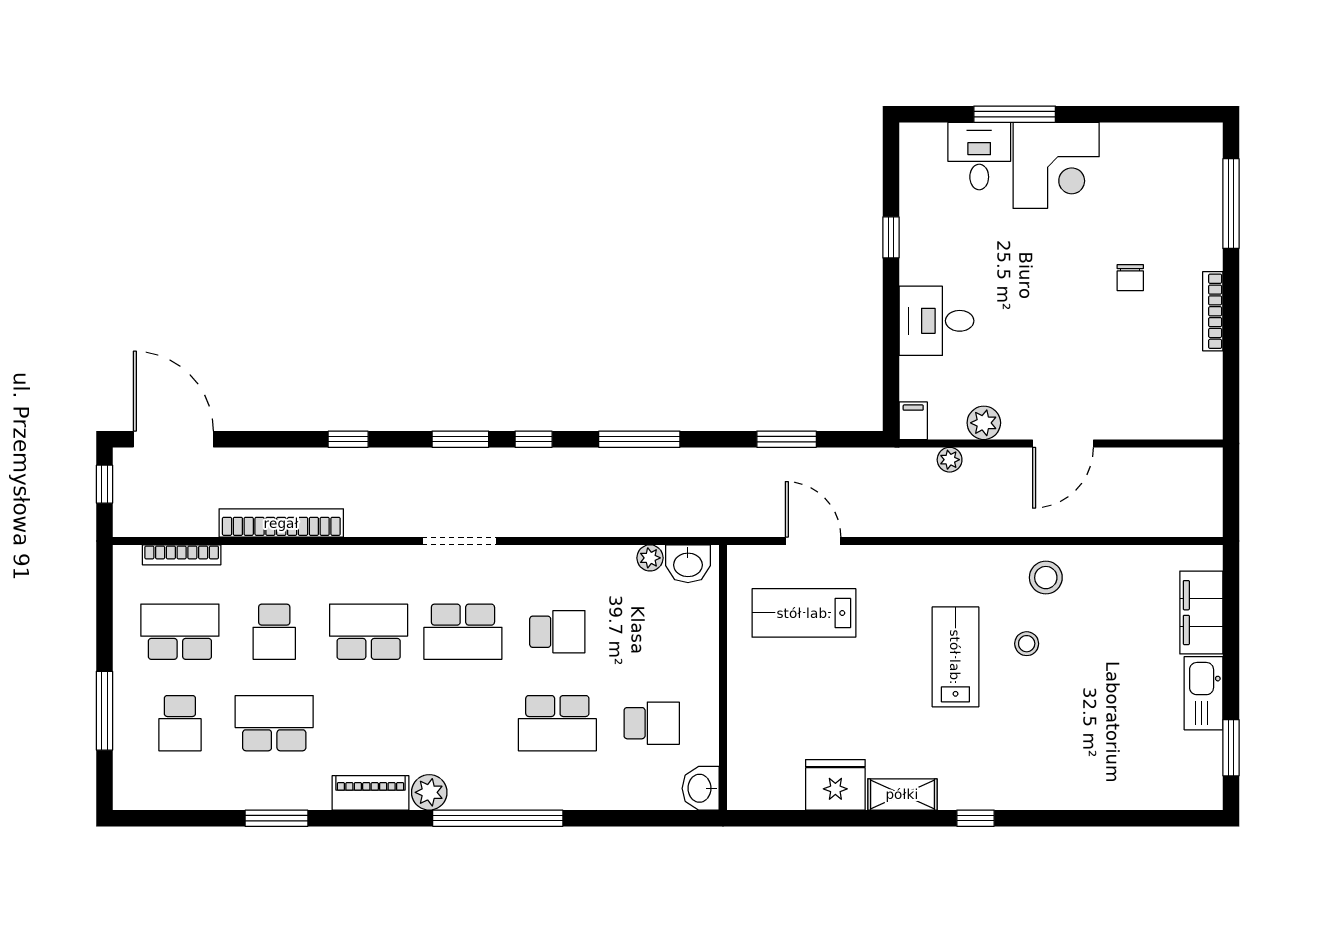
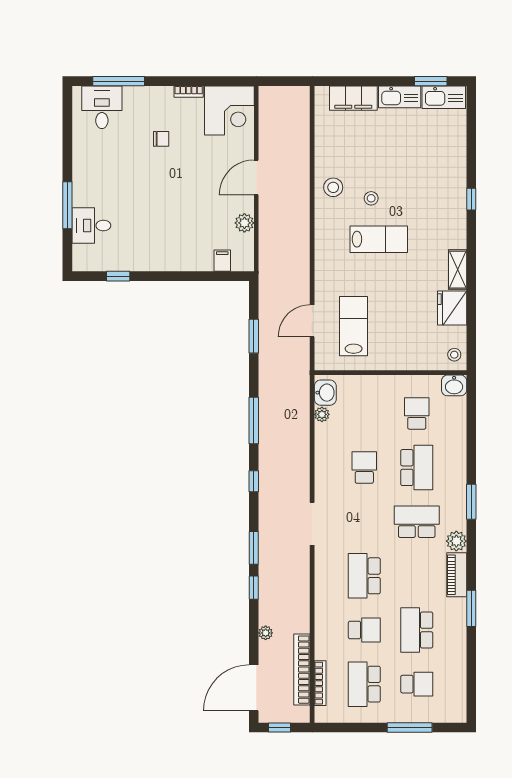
corner desk: (1056, 165) -> (229, 110), moved, turned 90
window: (891, 237) -> (118, 276), moved
bookcase: (1213, 311) -> (189, 92), width x0.64
desk: (936, 321) -> (102, 107), moved, turned 180
filing cabinet: (913, 421) -> (222, 261), moved, turned 90
window: (460, 439) -> (254, 548), moved
door: (1063, 443) -> (256, 177), swing flipped
plant: (950, 460) -> (266, 633), moved
bookcase: (281, 523) -> (302, 670), moved
lab bench: (804, 613) -> (354, 326), turned 180
school desk: (463, 632) -> (417, 522), moved, turned -90
lab bench: (955, 657) -> (379, 239), turned 180
kitchen sink: (1203, 770) -> (444, 97), added
stool: (754, 789) -> (454, 355), added
window: (276, 818) -> (471, 608), moved
window: (498, 818) -> (471, 502), width x0.47
window: (976, 818) -> (471, 199), moved

